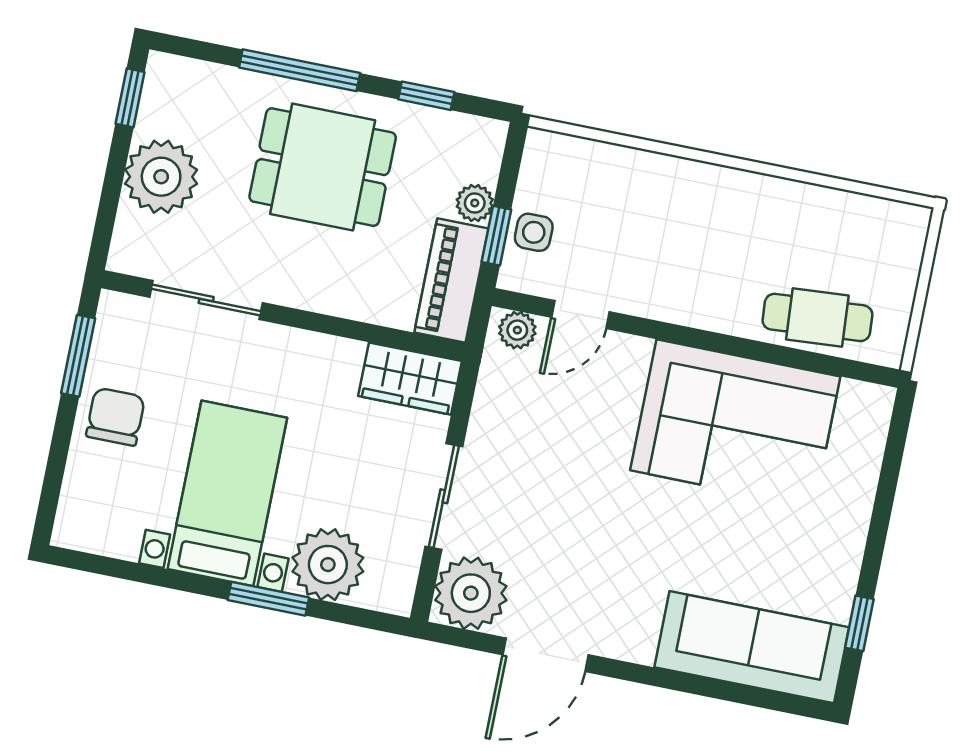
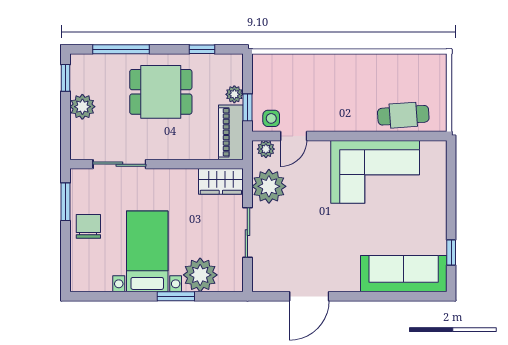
window: (300, 70) -> (121, 49), moved
plant: (161, 177) -> (82, 107), width x0.73, depth x0.73
side table: (534, 232) -> (271, 118), moved
plant: (471, 593) -> (269, 186), moved

